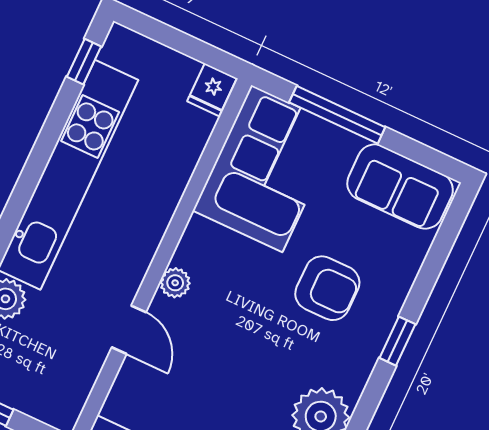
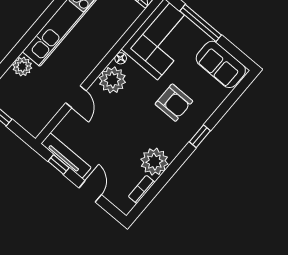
floor lamp: (197, 229) -> (121, 58), added
plant: (175, 283) -> (112, 80), width x1.88, depth x1.88

